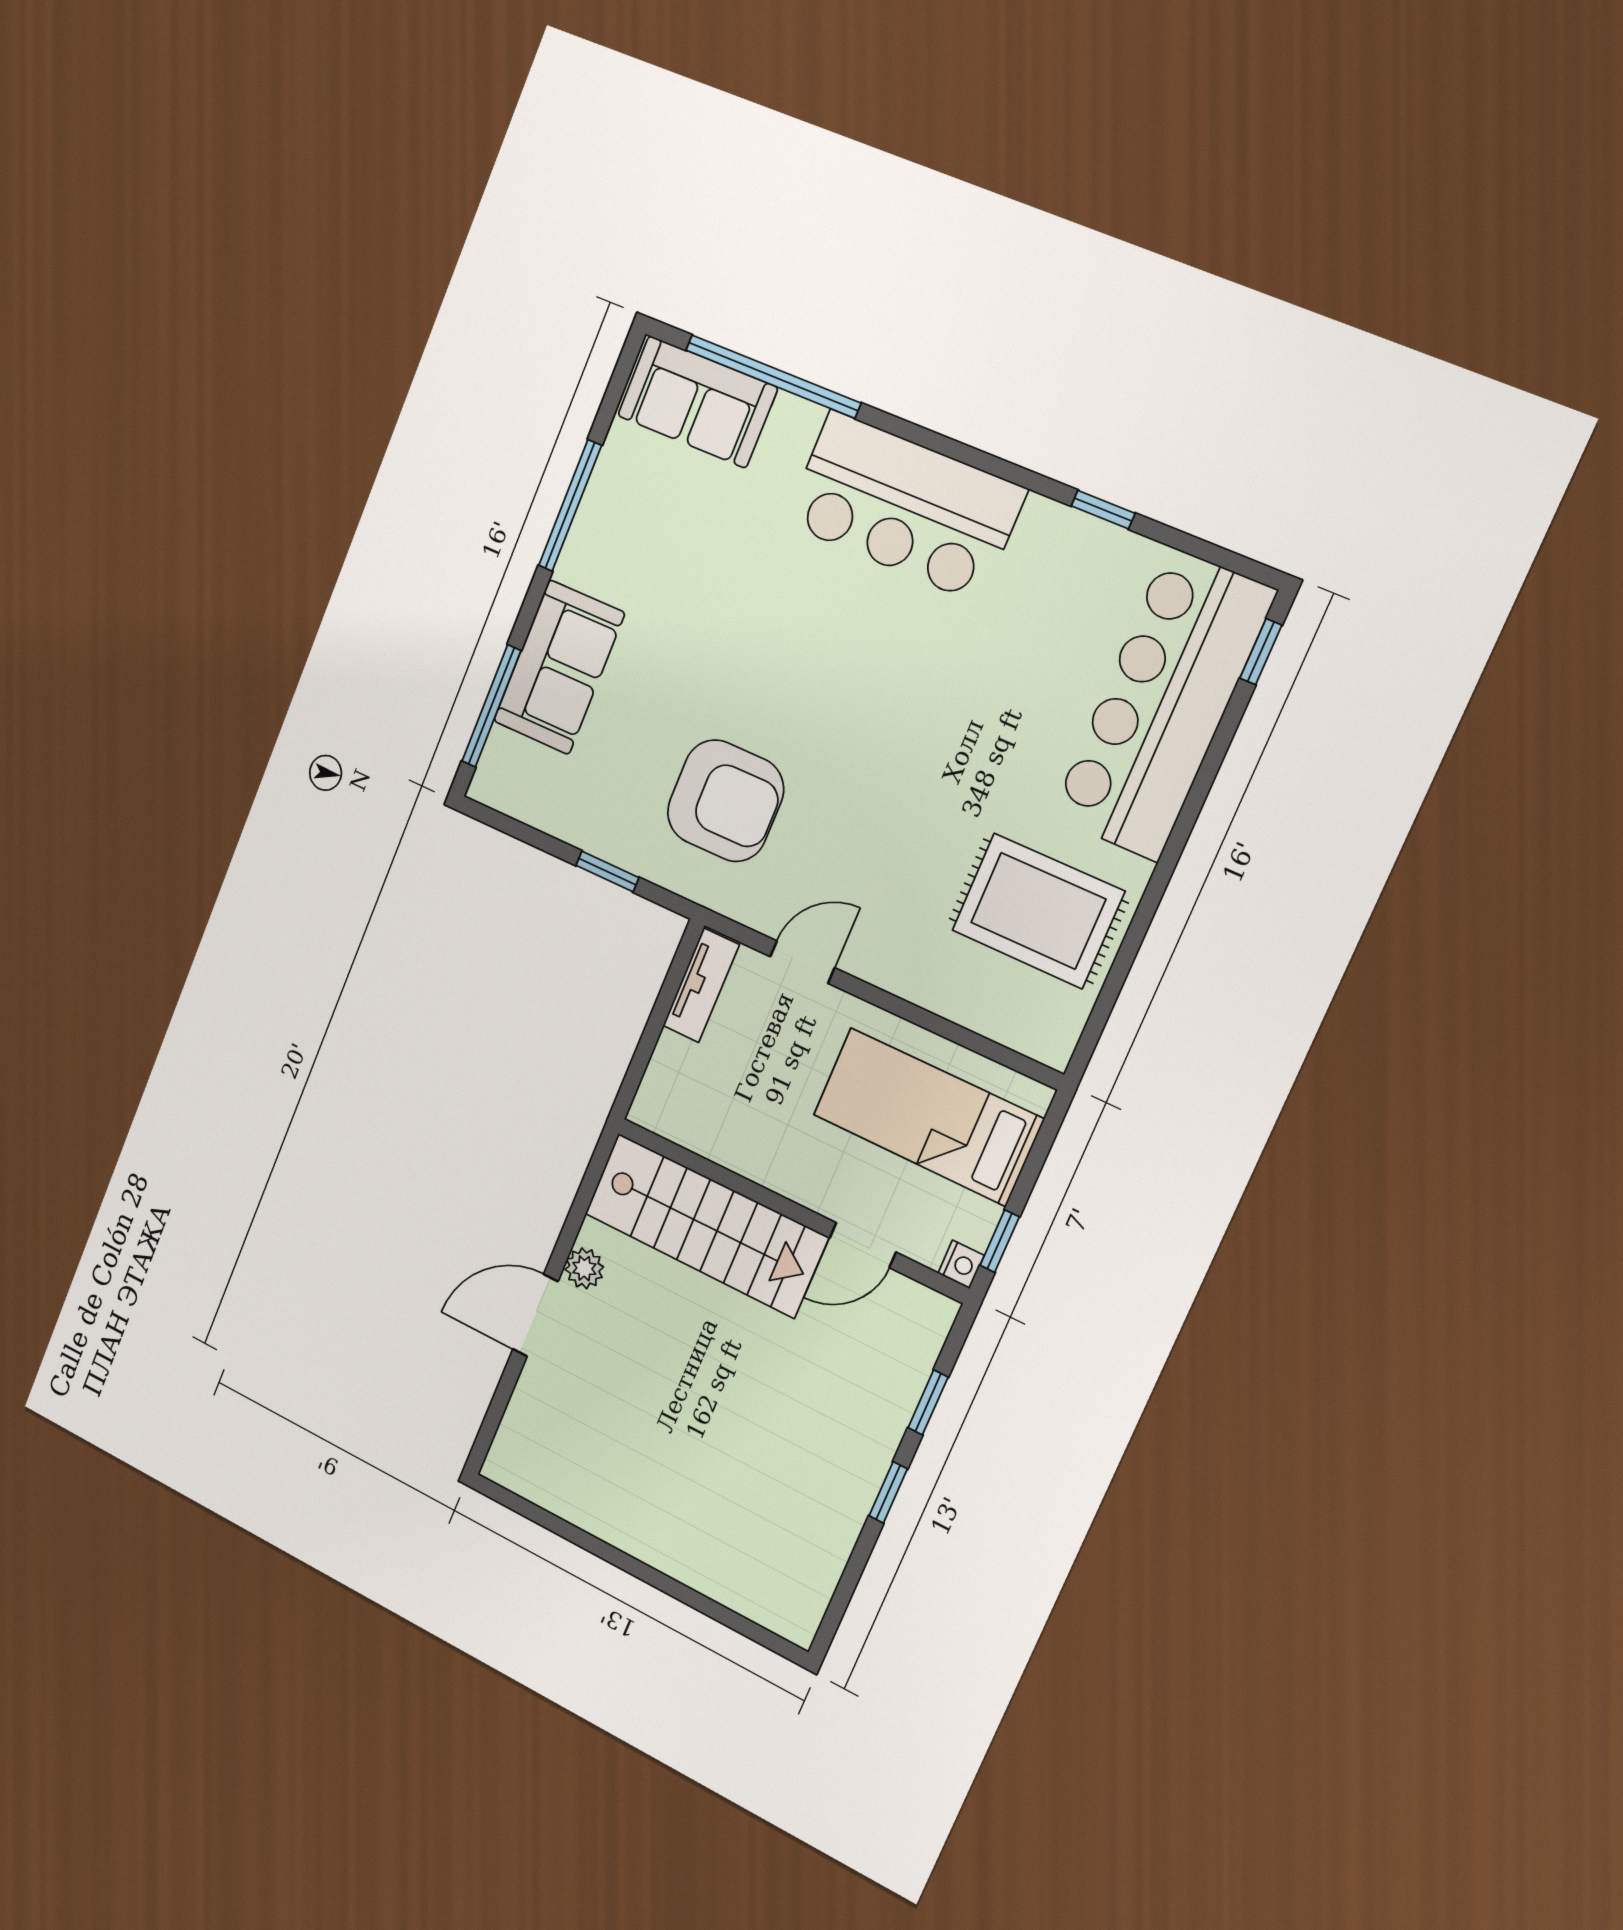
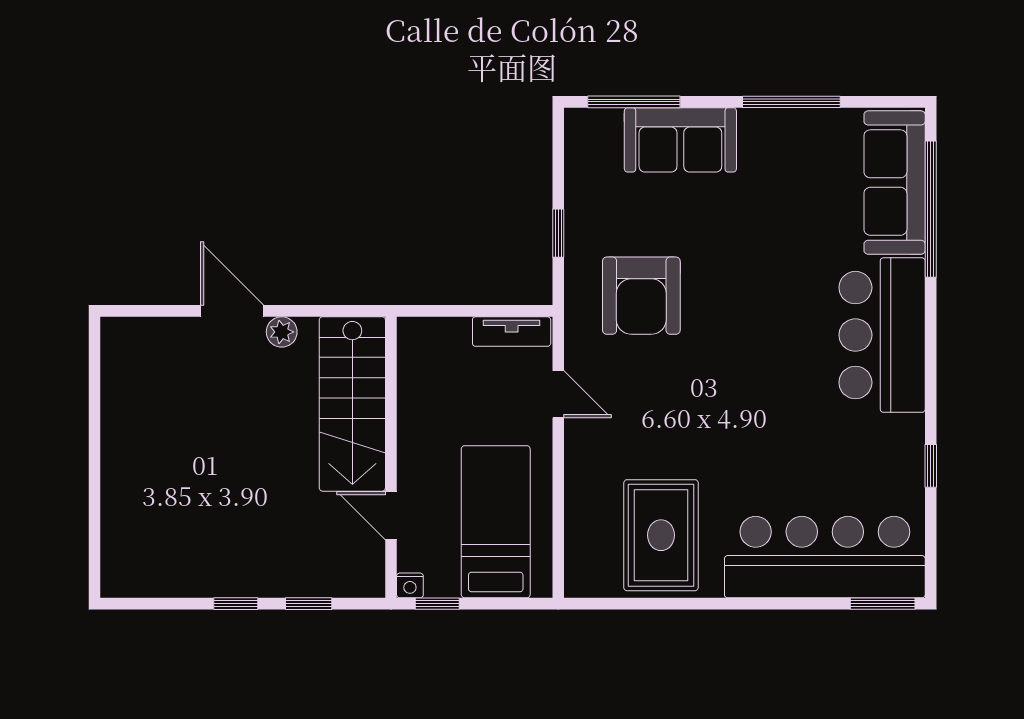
sofa: (697, 402) -> (895, 183), width x1.36
window: (1261, 652) -> (883, 604), width x1.50

